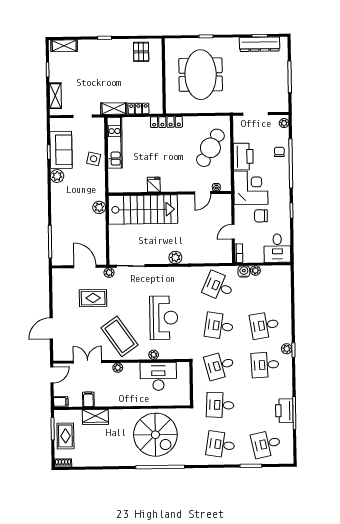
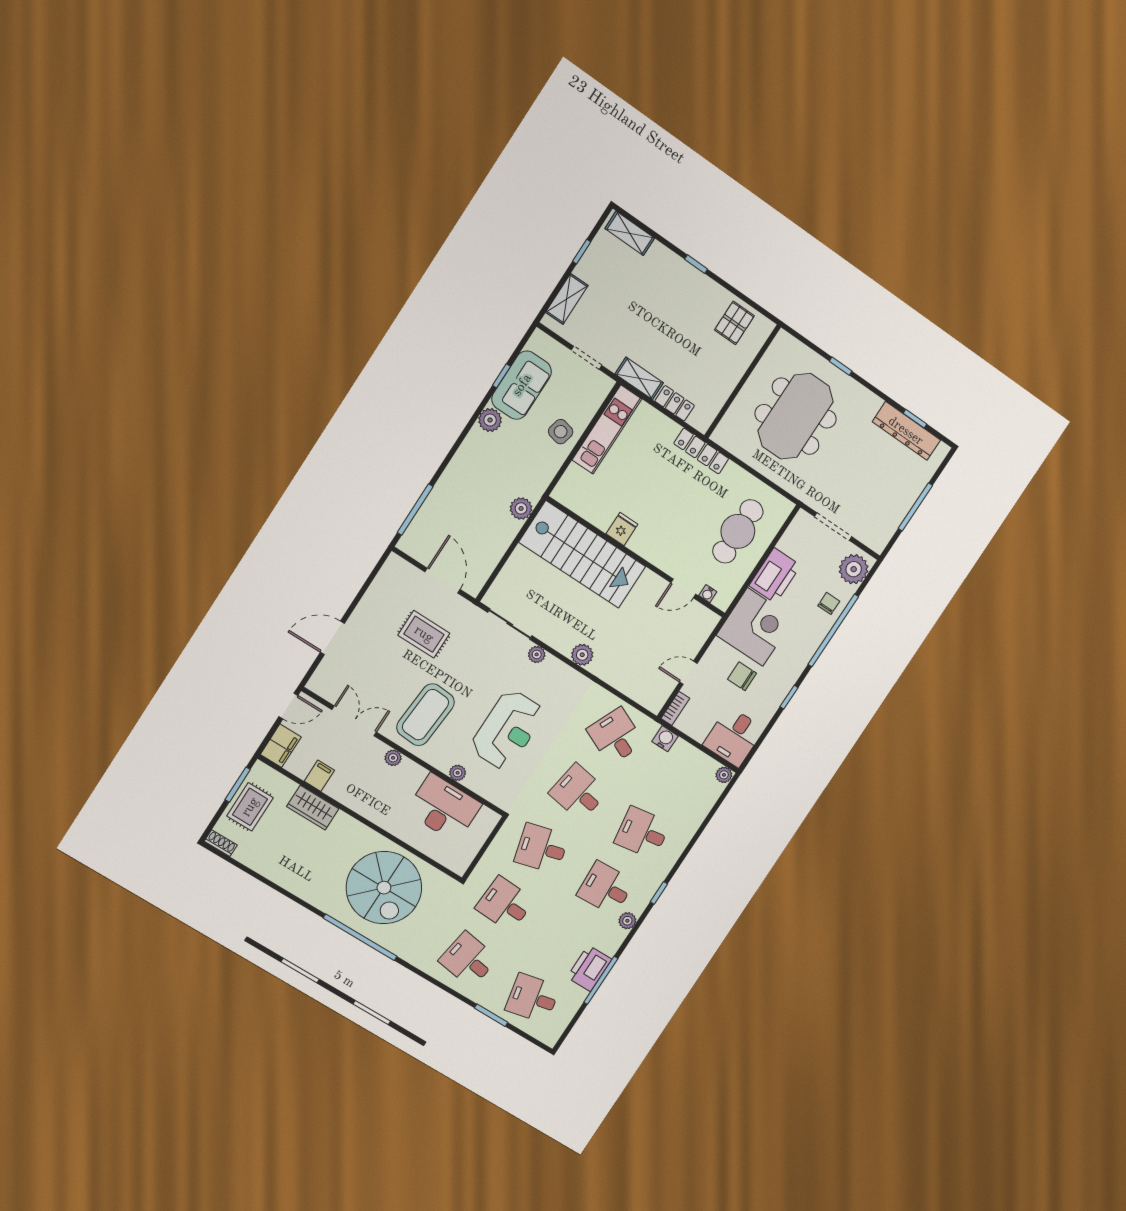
plant: (284, 123) -> (854, 569), width x1.87, depth x1.87
cafe table: (210, 148) -> (738, 531), turned -30
plant: (255, 270) -> (724, 775), moved
plant: (109, 273) -> (537, 654), moved
coffee table: (119, 336) -> (426, 715), turned 39
plant: (287, 349) -> (627, 921), moved
filing cabinet: (61, 402) -> (281, 746), width x2.00

